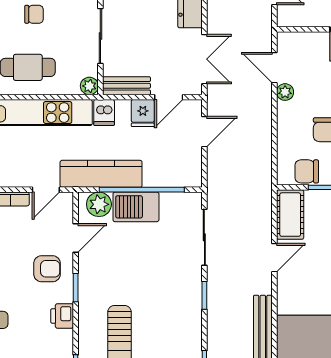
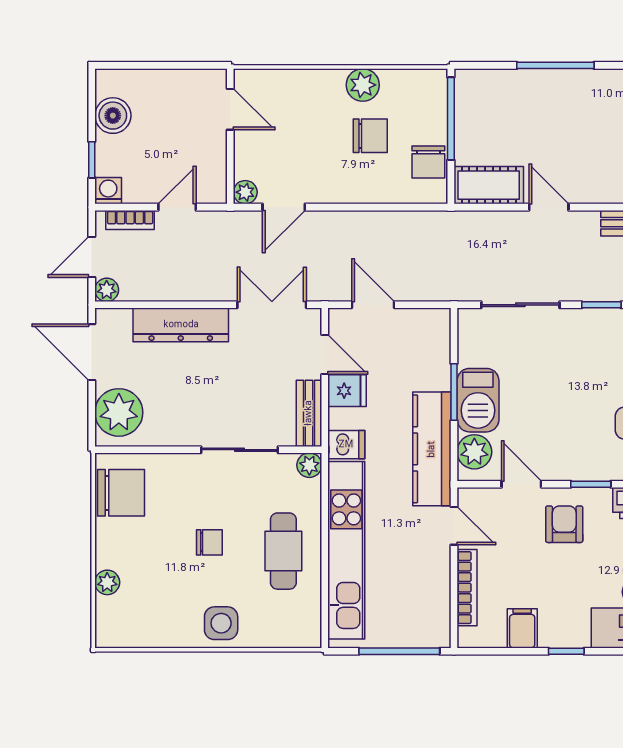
chair: (34, 14) -> (209, 542), turned 90
plant: (285, 92) -> (245, 192), moved
window: (142, 190) -> (454, 392), width x0.47

